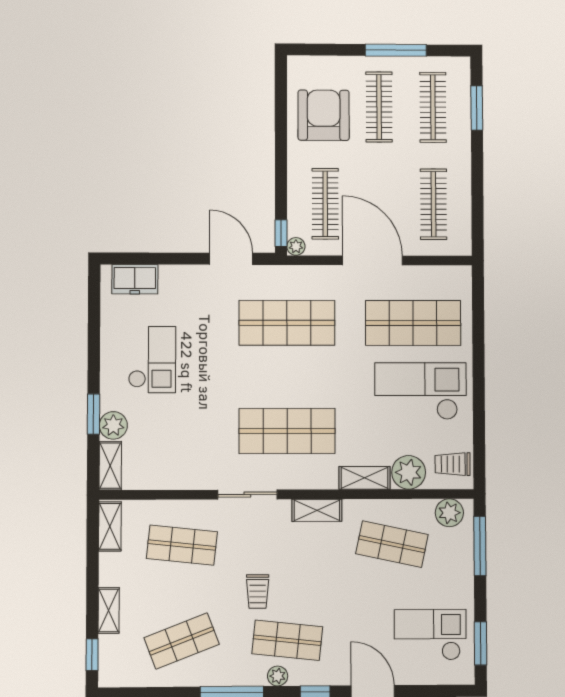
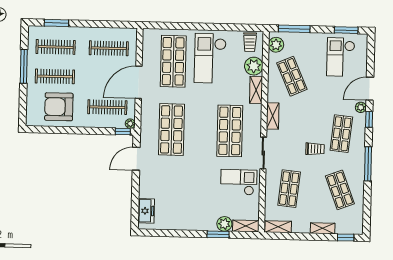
checkout: (152, 360) -> (239, 182), moved
shop shelf: (392, 544) -> (292, 76), turned -36
plant: (278, 676) -> (361, 107), moved

